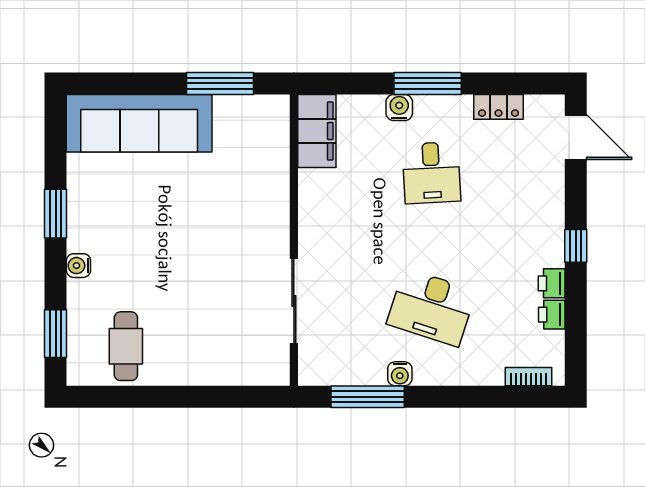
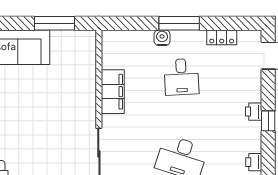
filing cabinet: (317, 131) -> (113, 92), moved
printer: (552, 283) -> (254, 112), moved

